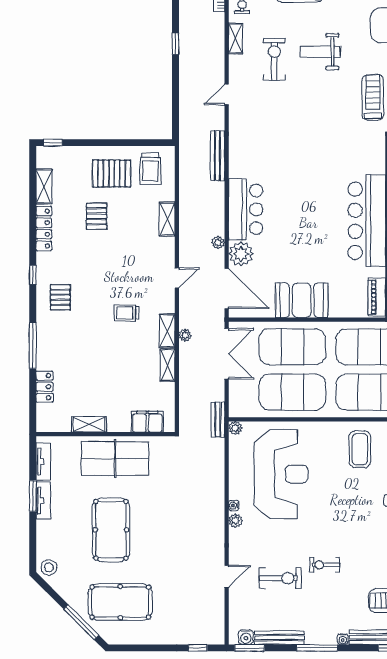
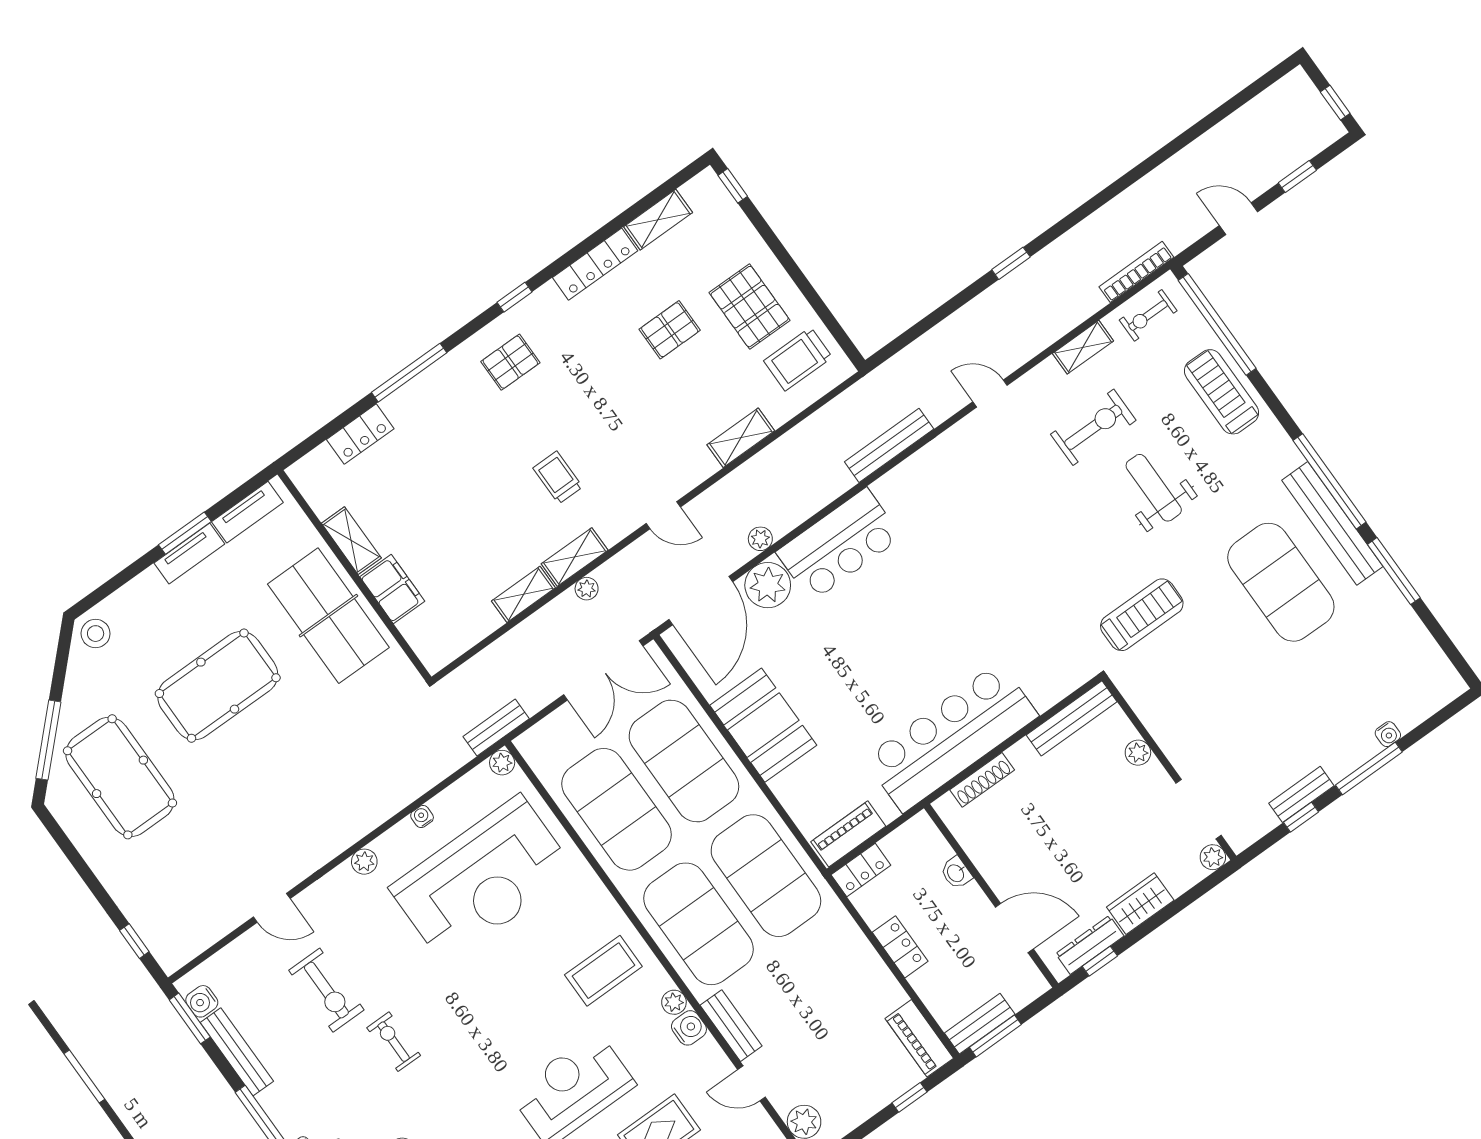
filing cabinet: (147, 422) -> (392, 589), moved
water cooler: (234, 505) -> (422, 816), moved

